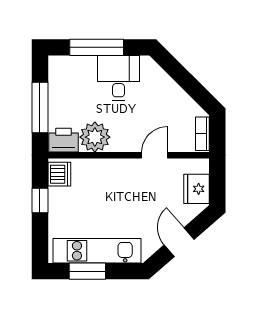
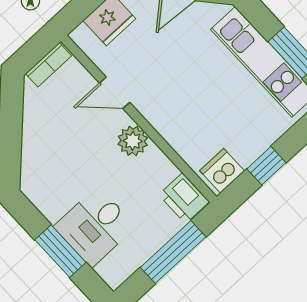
window: (97, 47) -> (60, 251), width x0.69
desk: (119, 78) -> (95, 227), moved
plant: (95, 137) -> (133, 141), moved, width x0.73, depth x0.73

